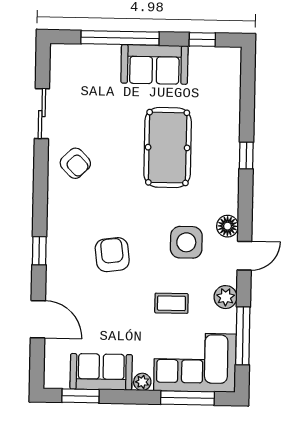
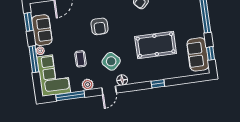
sofa: (154, 64) -> (198, 54), moved
side table: (186, 242) -> (111, 61), turned 45
armchair: (112, 255) -> (100, 26), turned 97
door: (244, 256) -> (109, 90), hinge flipped
window: (187, 398) -> (34, 59), moved

